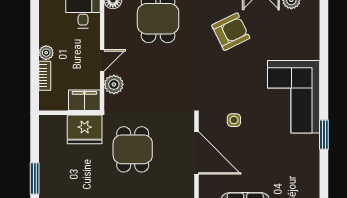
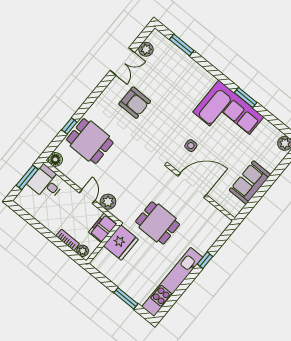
window: (324, 31) -> (182, 45), added
armchair: (231, 32) -> (135, 103), turned 116
plant: (46, 53) -> (83, 251), moved
corner sofa: (294, 97) -> (228, 115), moved

